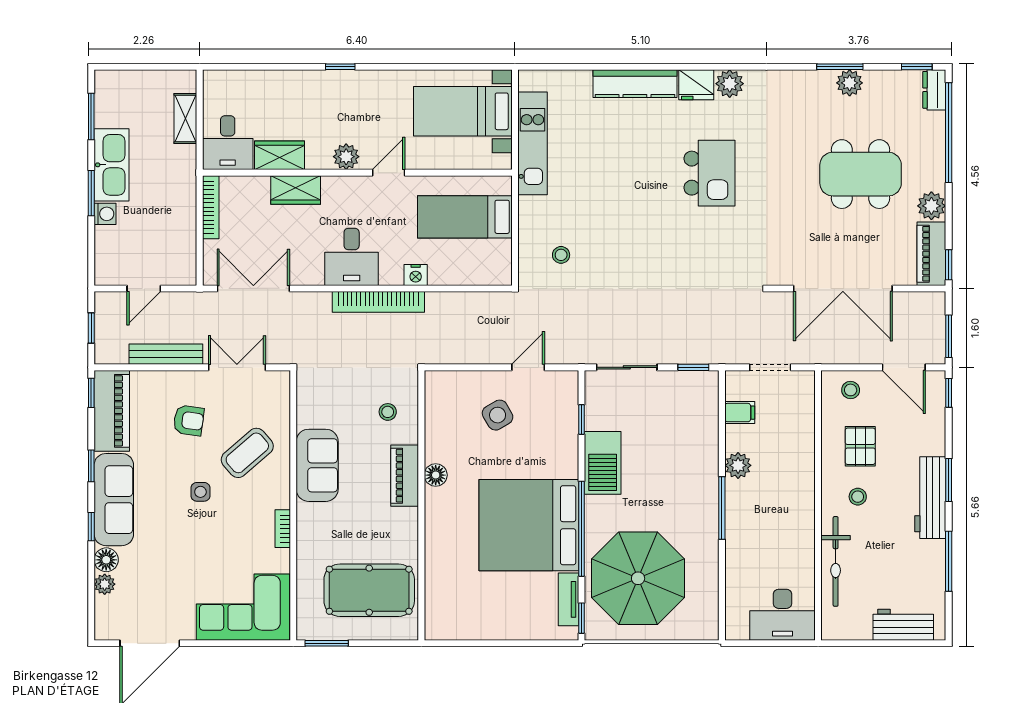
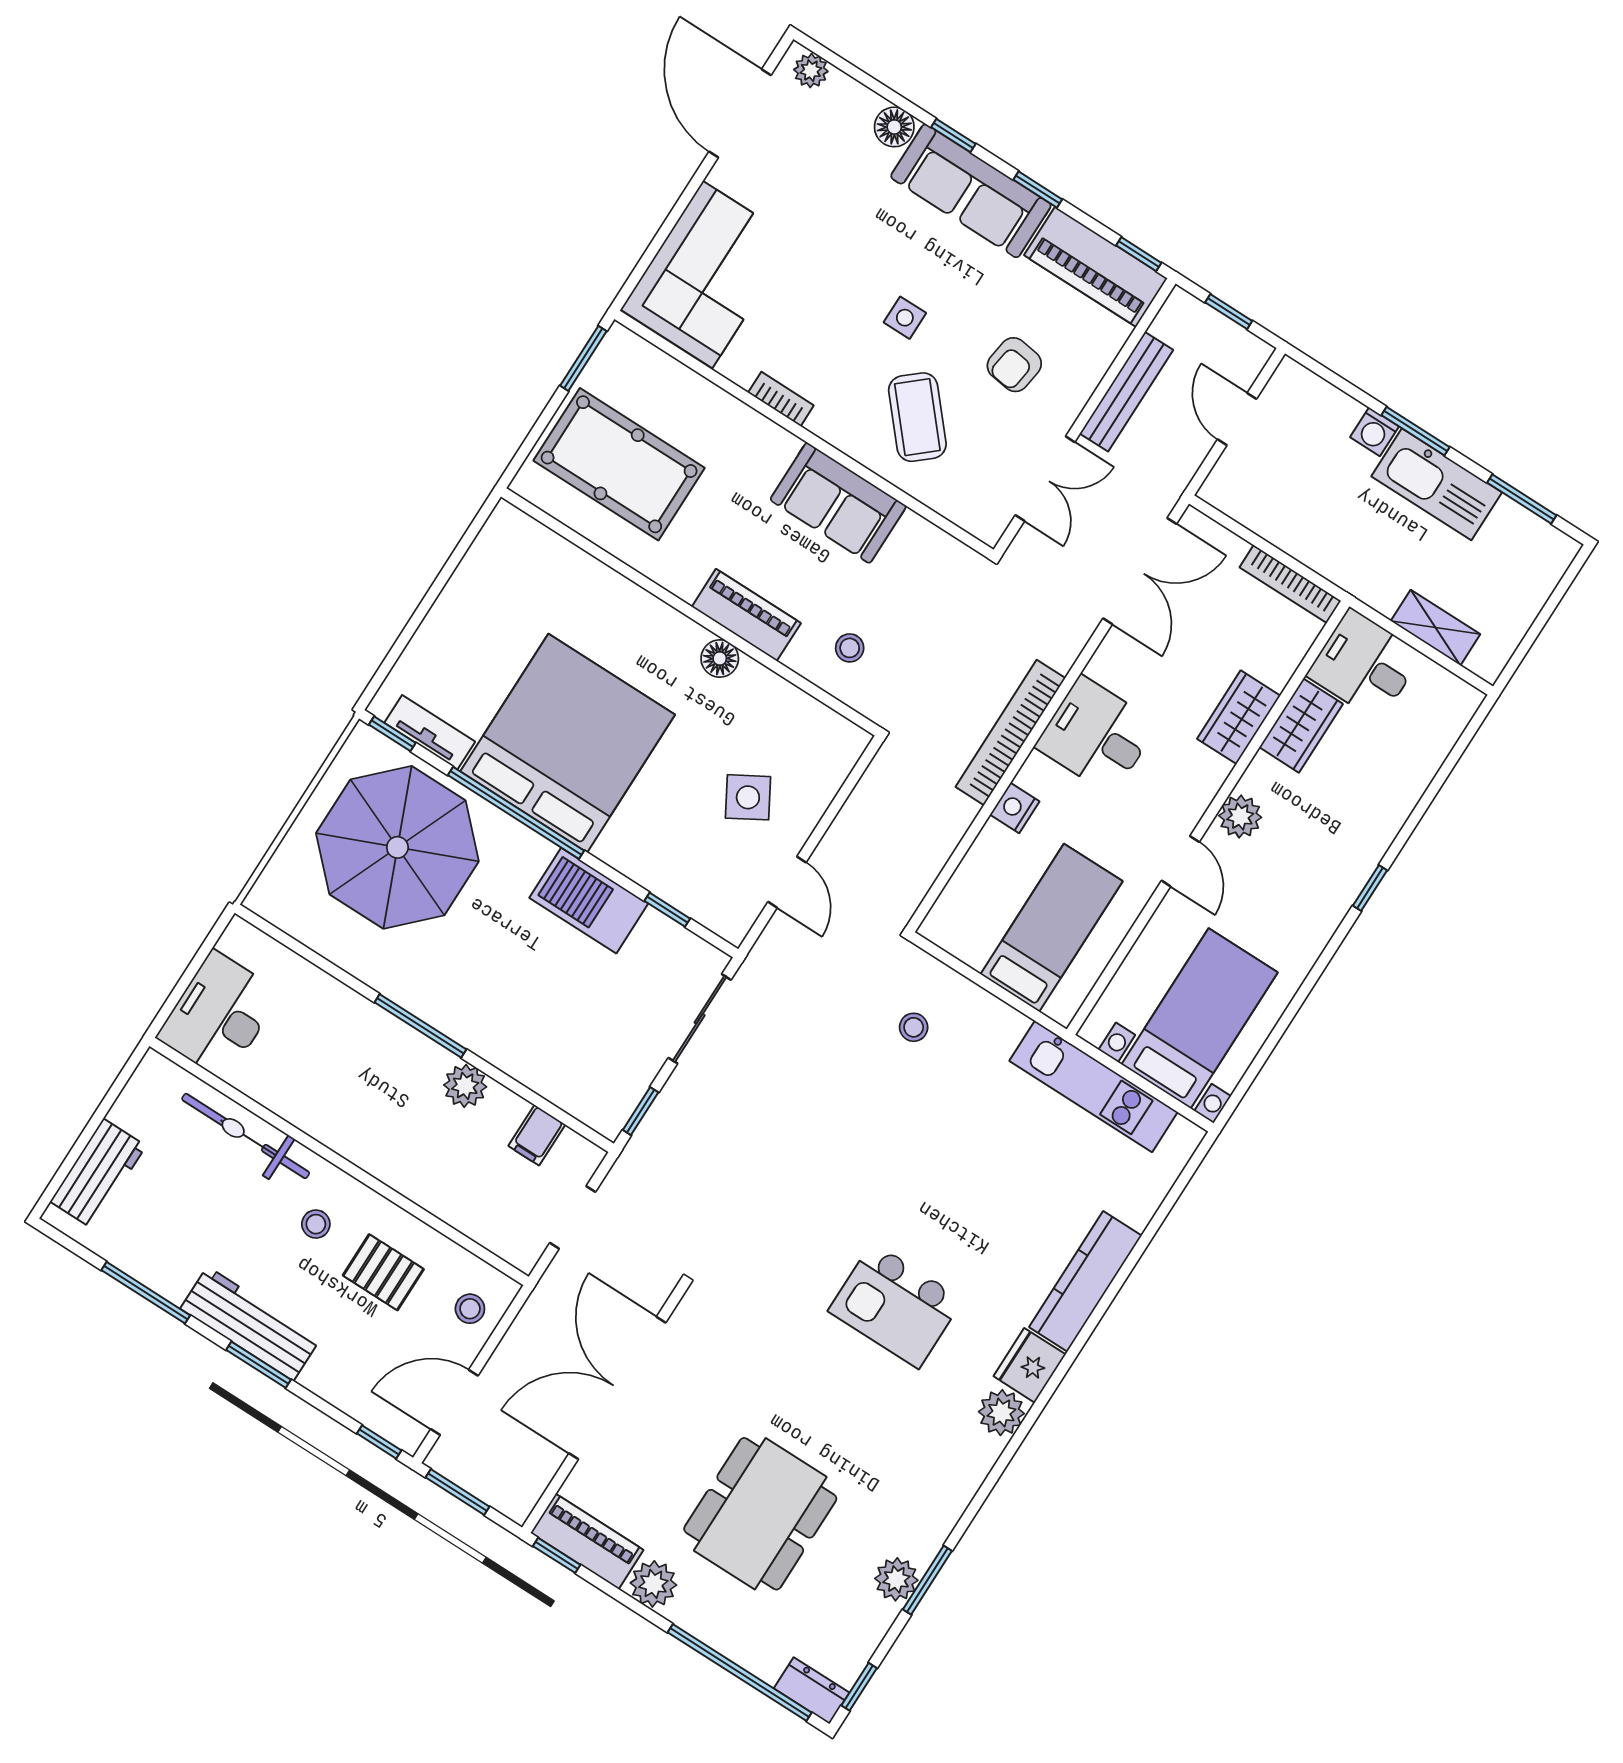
plant: (105, 584) -> (811, 71), moved
pool table: (369, 590) -> (619, 464), turned 90

